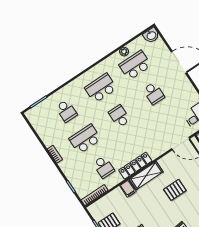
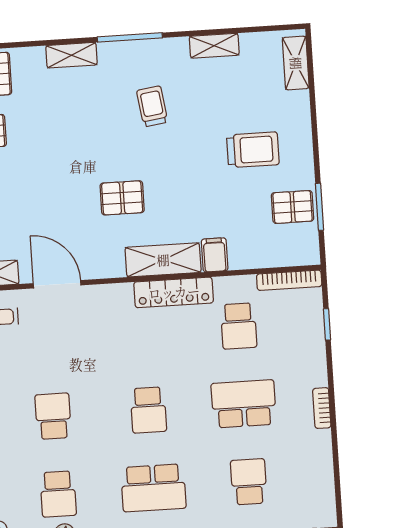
school desk: (135, 65) -> (58, 494), width x0.54
school desk: (85, 139) -> (244, 404), turned 180
school desk: (104, 167) -> (239, 326), turned 180

